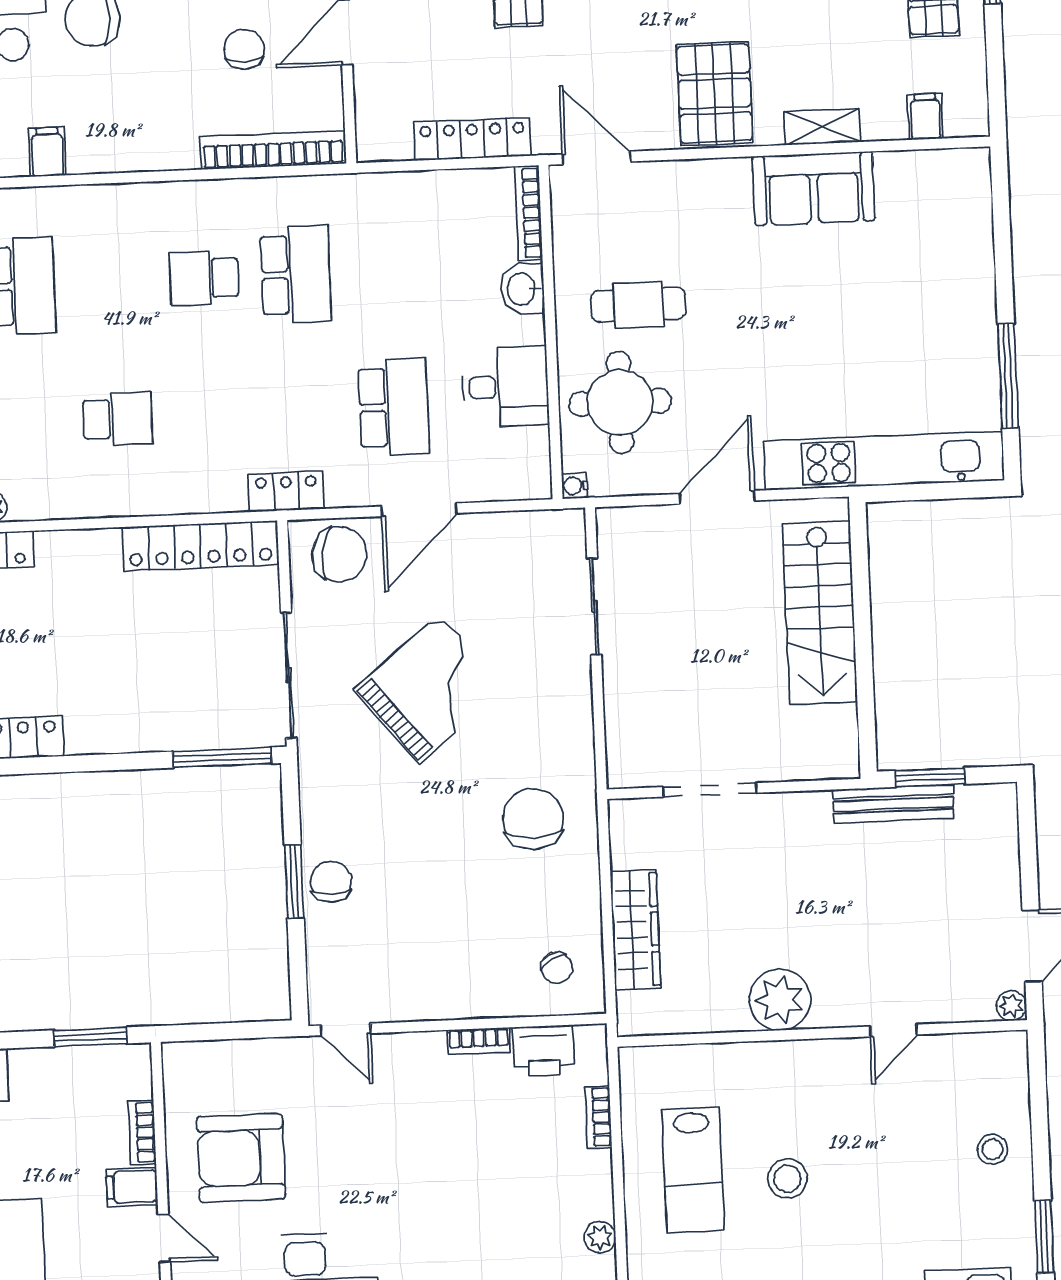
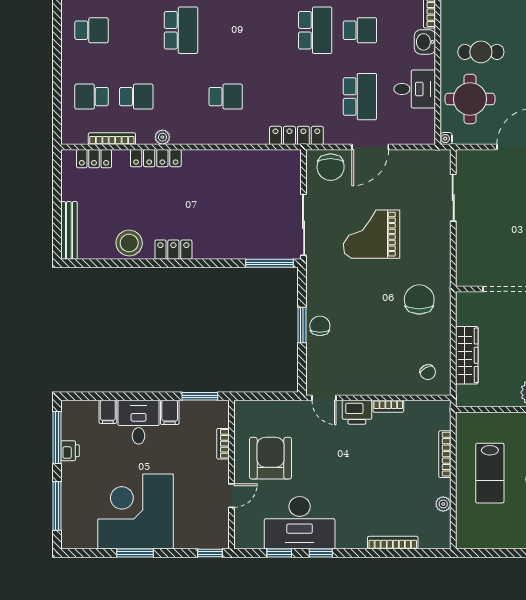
school desk: (204, 278) -> (360, 30), moved, turned 180
locker: (286, 492) -> (296, 135), width x1.53
locker: (200, 546) -> (263, 160), removed
chair: (339, 554) -> (331, 167), turned 81
grand piano: (429, 689) -> (372, 234), turned -141
printer: (544, 1051) -> (357, 412), moved
bookcase: (598, 1117) -> (445, 454), width x1.56
armchair: (241, 1158) -> (271, 458), turned 90
filing cabinet: (132, 1187) -> (170, 412), moved, turned -90
door: (164, 1238) -> (232, 496), hinge flipped

